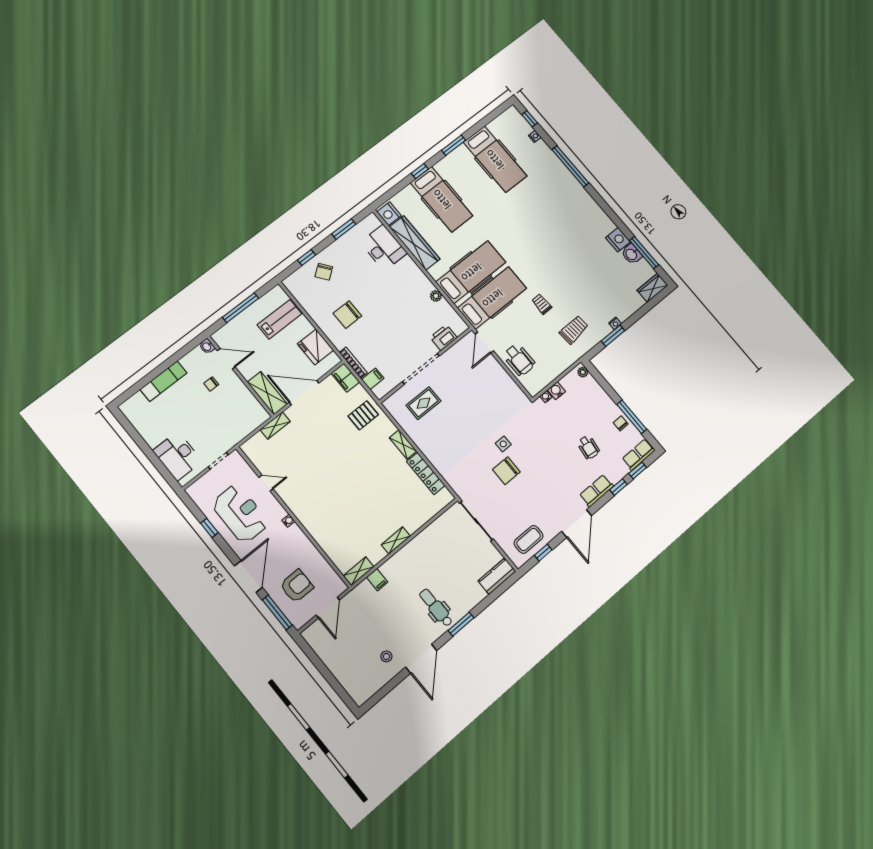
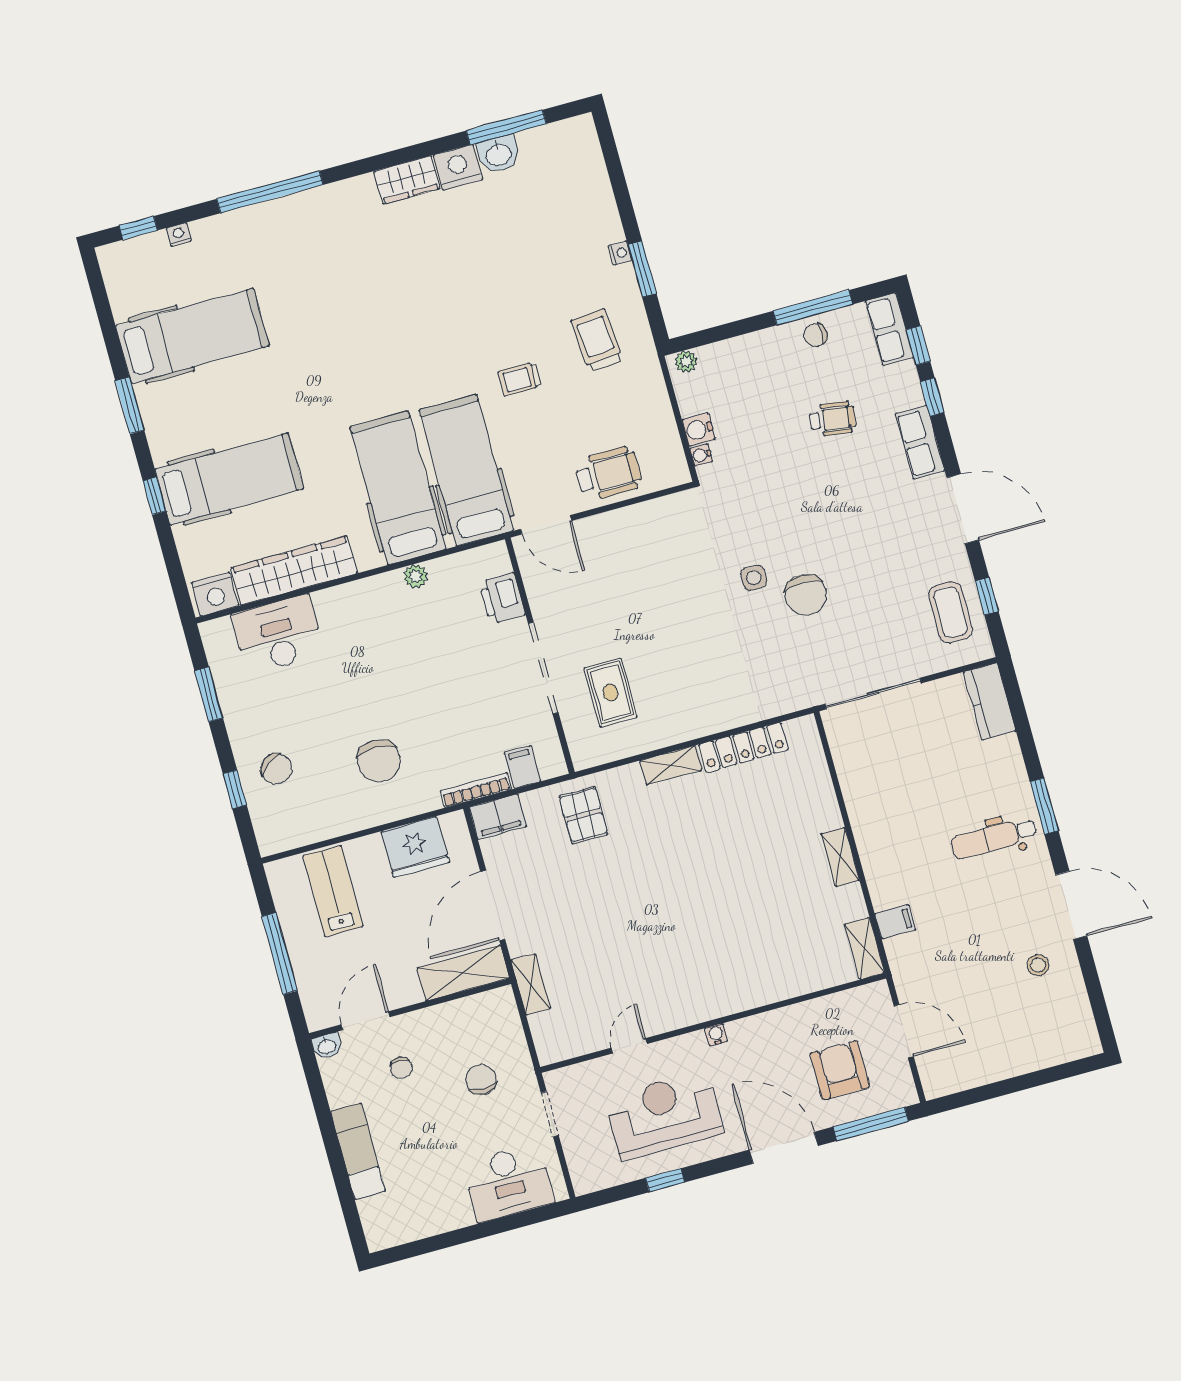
wardrobe: (652, 288) -> (407, 180), moved, turned -90
chair: (221, 422) -> (481, 1080), added

